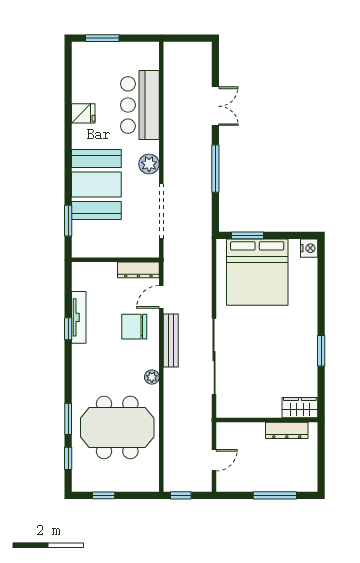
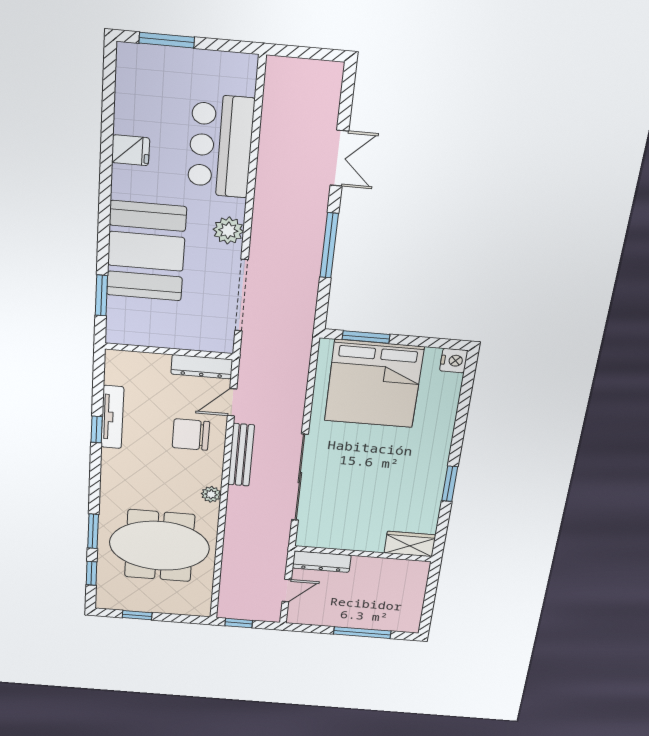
dresser: (287, 430) -> (322, 562), moved

